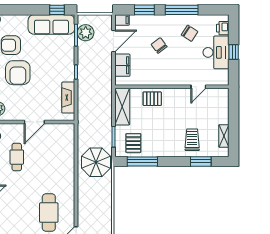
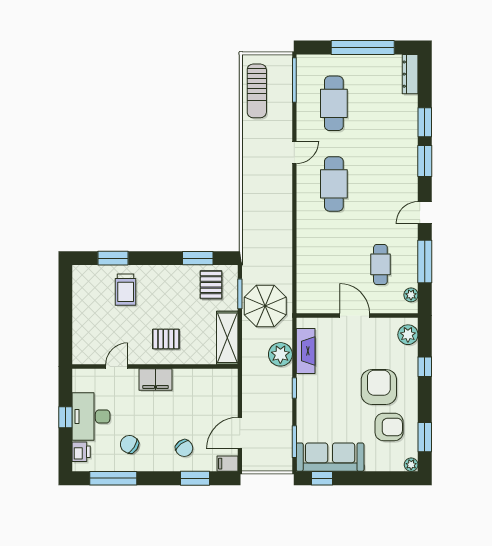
window: (182, 10) -> (113, 478), moved
plant: (86, 33) -> (280, 354), moved
chair: (159, 45) -> (184, 448), moved
filing cabinet: (122, 65) -> (155, 379), moved, turned -90
pallet: (152, 99) -> (166, 339), moved
door: (34, 122) -> (355, 316), hinge flipped
shelving: (224, 136) -> (80, 295), removed
window: (142, 161) -> (198, 258), width x0.69
parasol: (96, 162) -> (265, 306), moved

